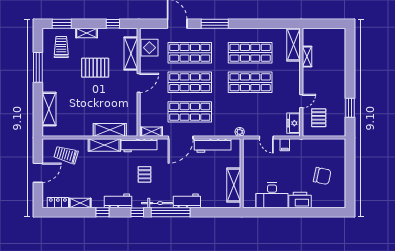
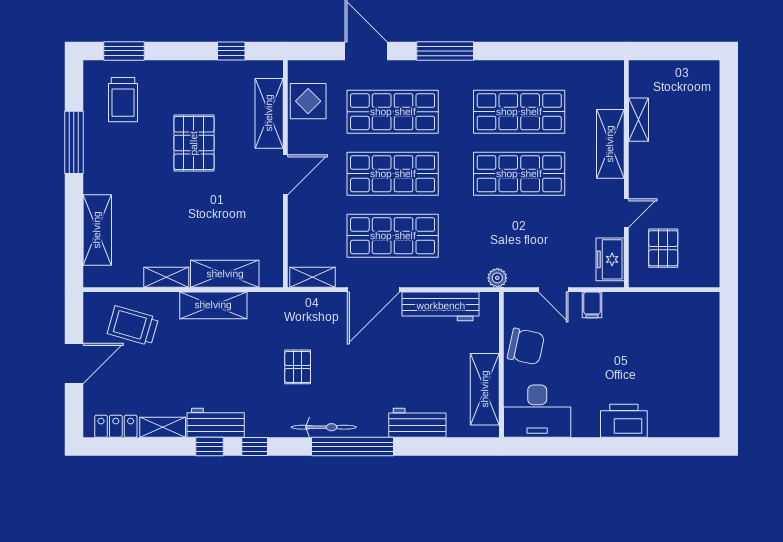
shelving: (87, 33) -> (166, 277), moved
shelving: (294, 45) -> (610, 144), moved
trolley: (61, 47) -> (123, 100), turned 180
pallet: (95, 68) -> (194, 143), turned 90
window: (350, 108) -> (729, 227), removed
workbench: (139, 145) -> (286, 306), removed
chair: (322, 176) -> (526, 346), moved
desk: (272, 195) -> (537, 411), moved
workbench: (118, 201) -> (216, 423), moved
workbench: (187, 201) -> (417, 423), moved
window: (137, 212) -> (255, 447), moved

